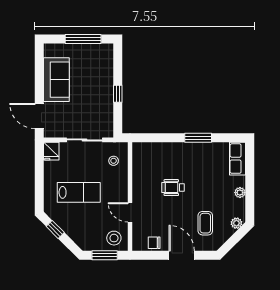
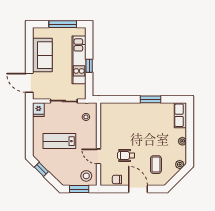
kitchen unit: (104, 86) -> (79, 60), added
wheelchair: (173, 188) -> (126, 156), moved
lab bench: (79, 192) -> (59, 141), turned 180

